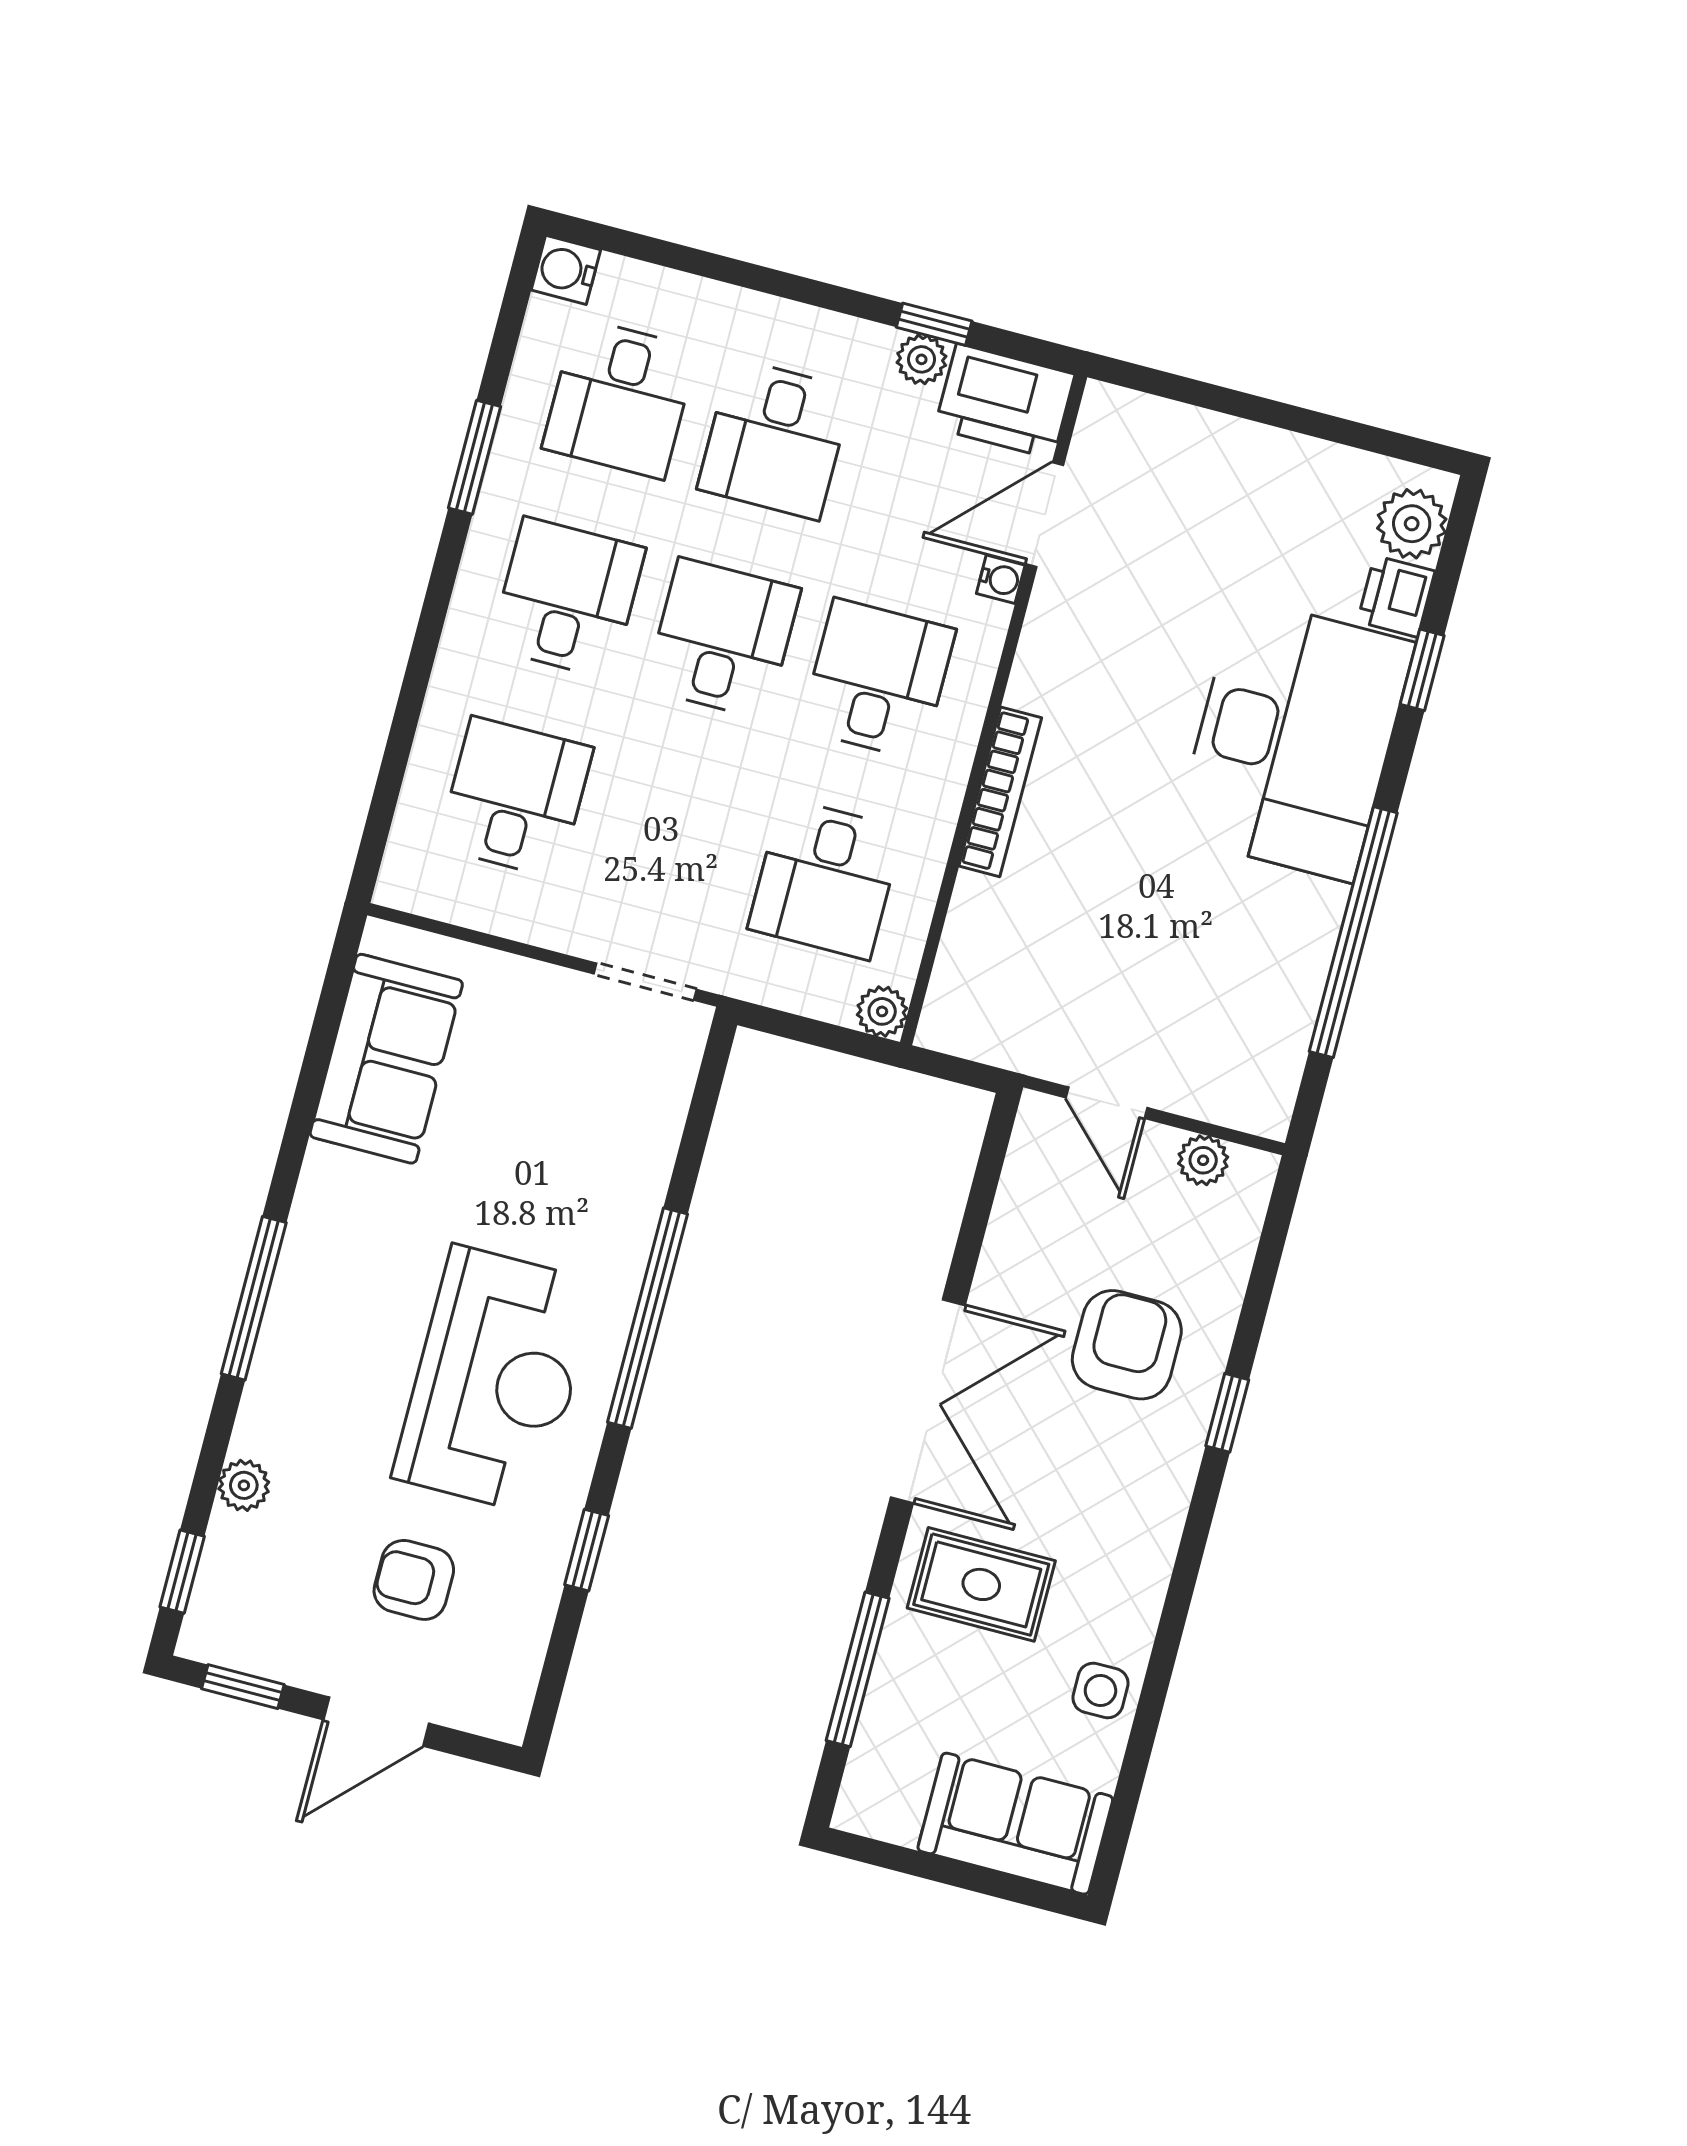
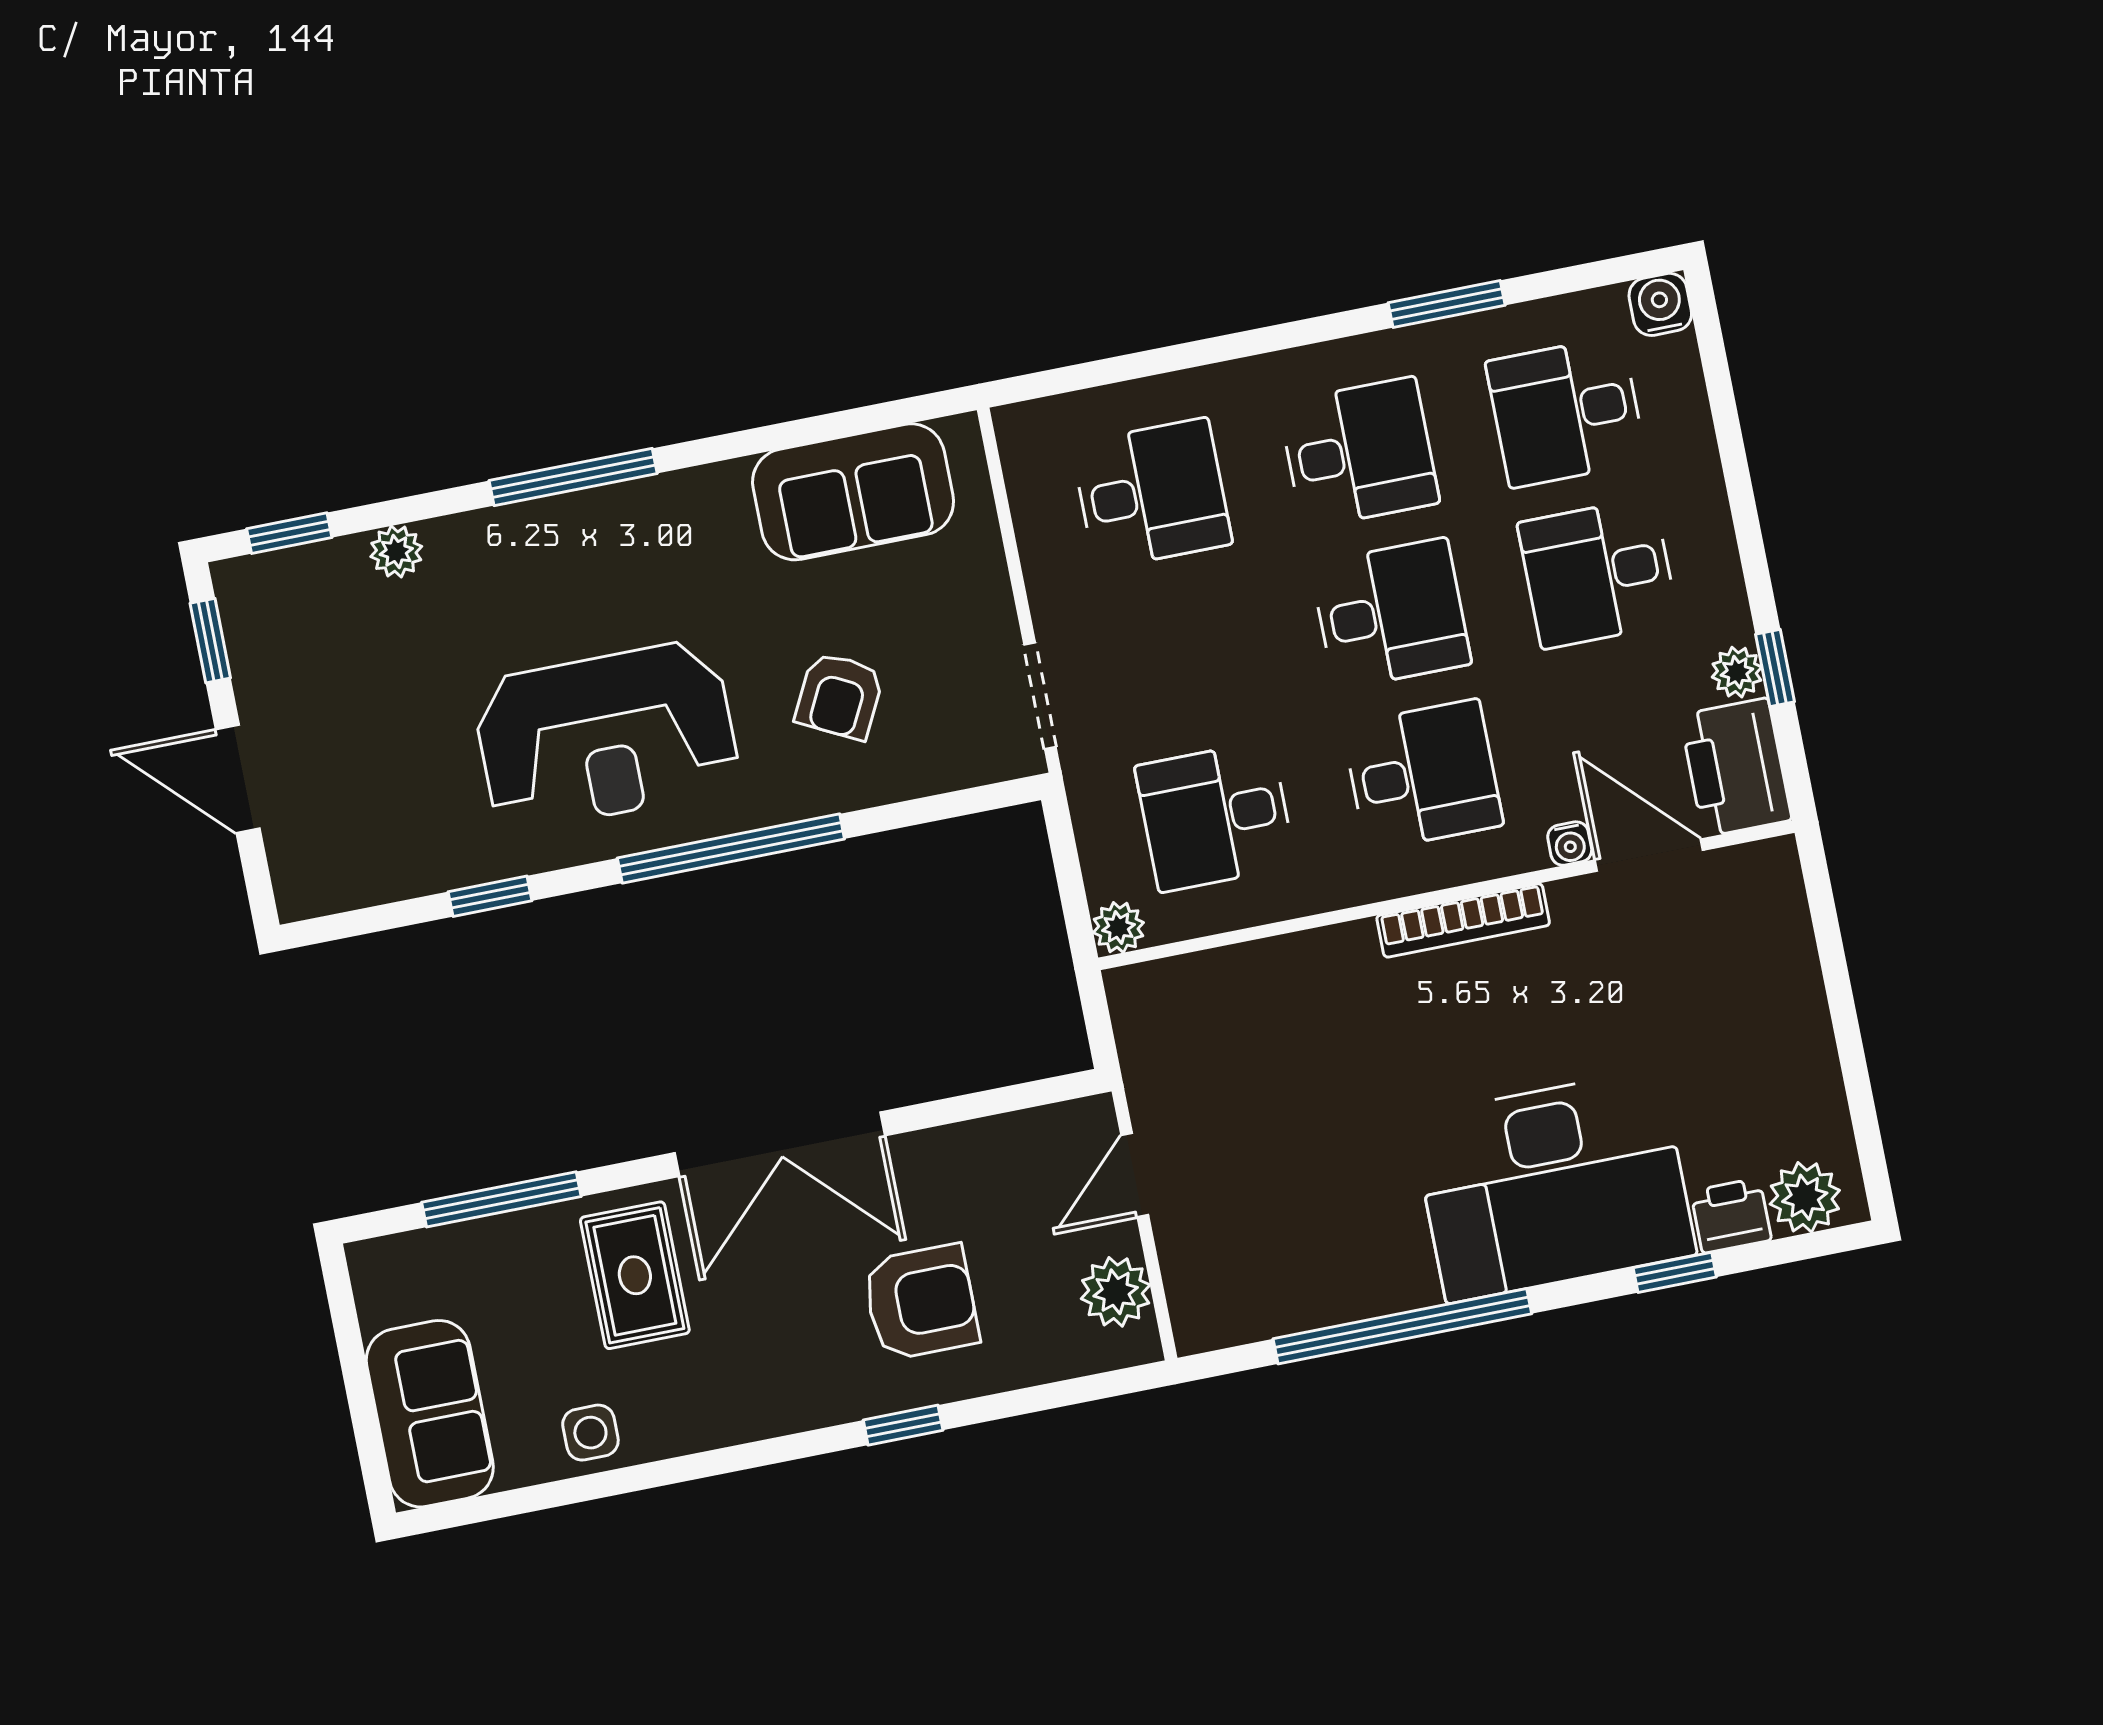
bookcase: (1000, 792) -> (1463, 920), moved
plant: (1203, 1160) -> (1116, 1292), width x1.38, depth x1.38
armchair: (414, 1580) -> (839, 696), moved, turned -153

